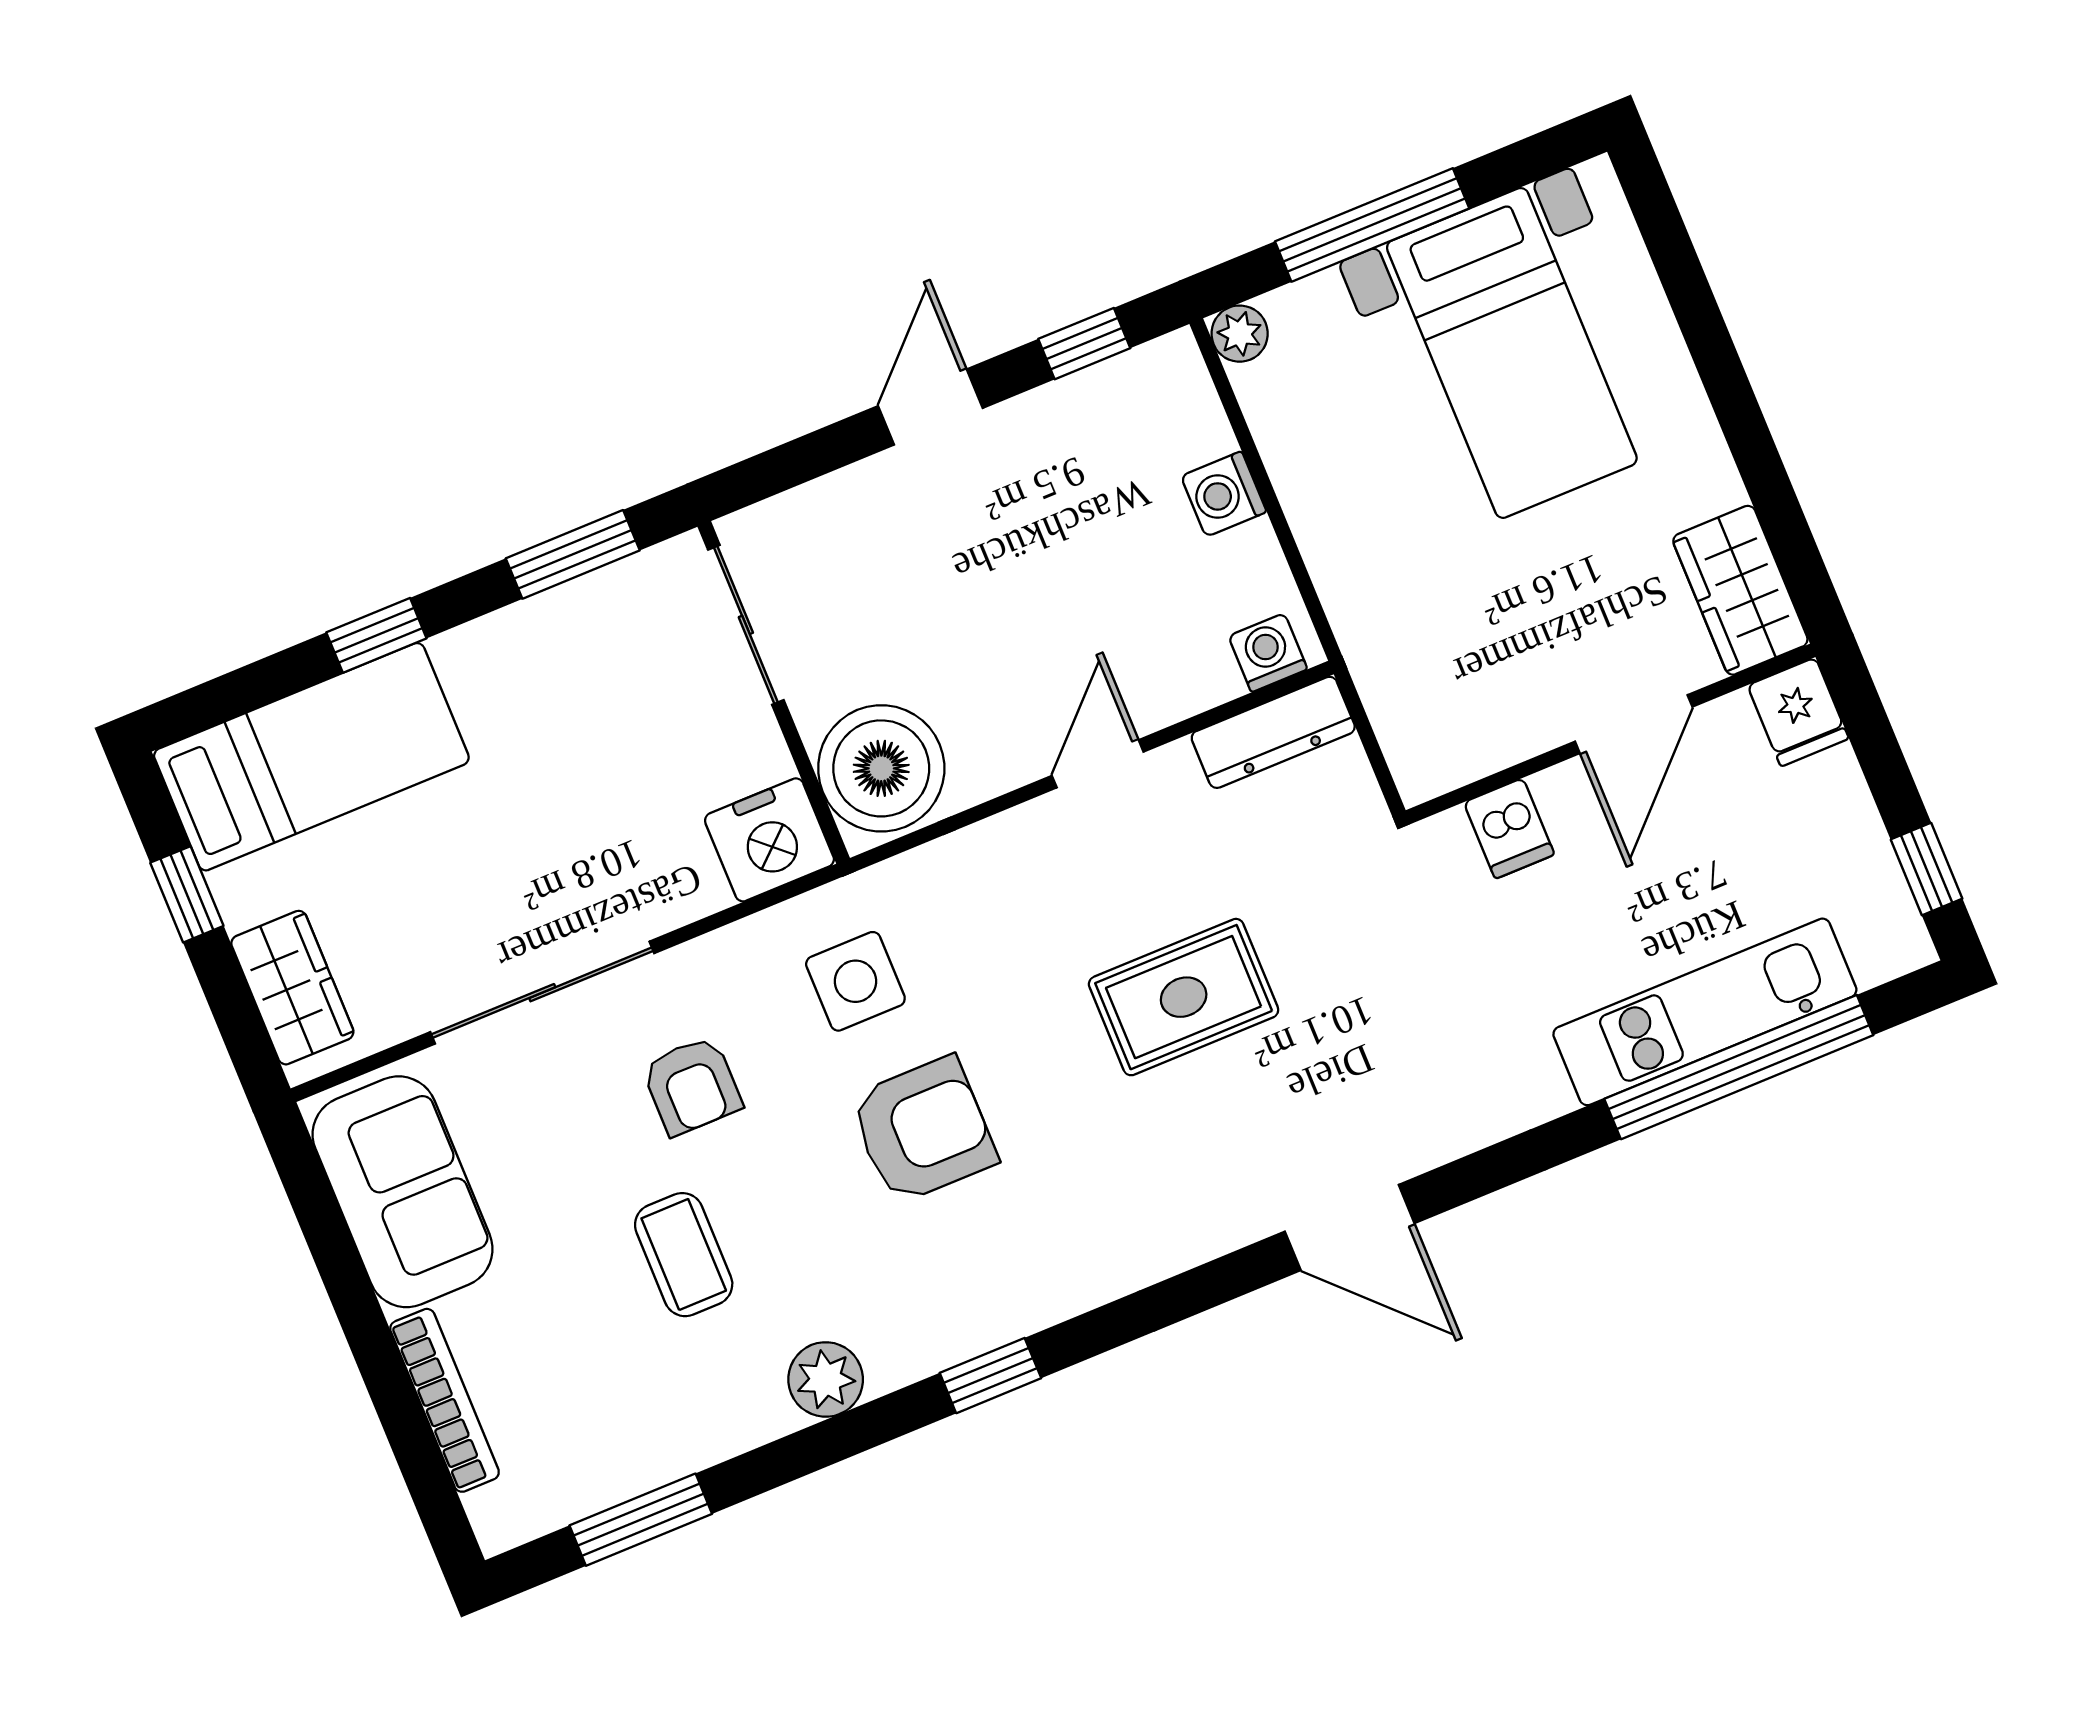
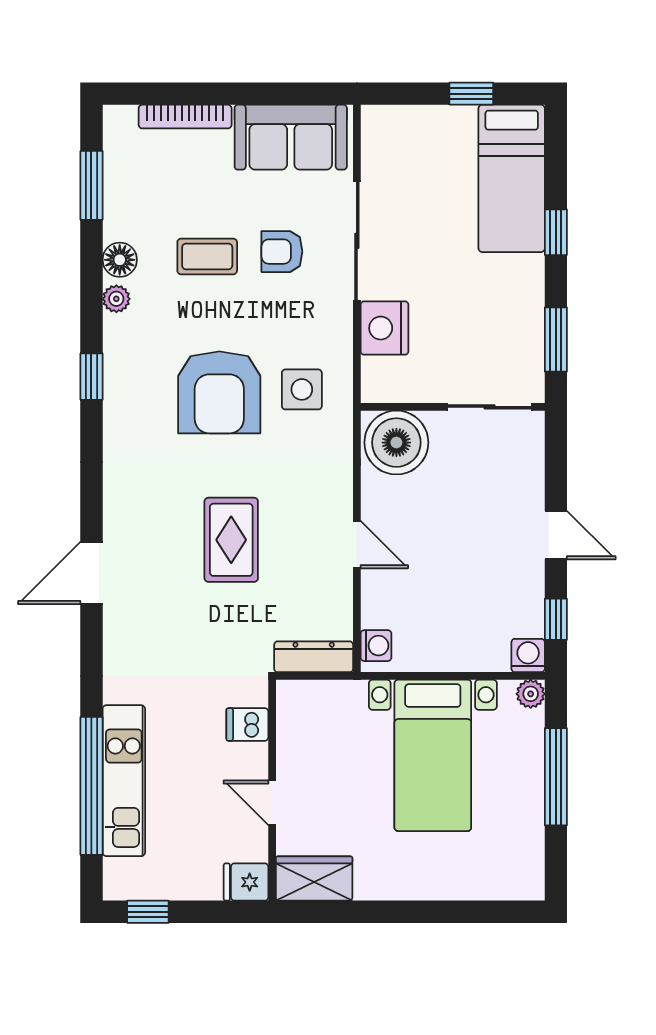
bed with nightstands: (1512, 353) -> (433, 755), moved, turned -90
washing machine: (1224, 494) -> (528, 656), moved
door: (1634, 724) -> (272, 803), width x0.73
dresser: (1273, 732) -> (314, 657), moved, turned 90
nightstand: (769, 840) -> (384, 328), moved
wardrobe: (292, 988) -> (407, 125), removed
armchair: (692, 1086) -> (282, 252), moved
armchair: (923, 1130) -> (219, 392), width x1.36, depth x1.36
plant: (826, 1379) -> (116, 299), width x0.73, depth x0.73
floor lamp: (756, 1412) -> (120, 260), added

